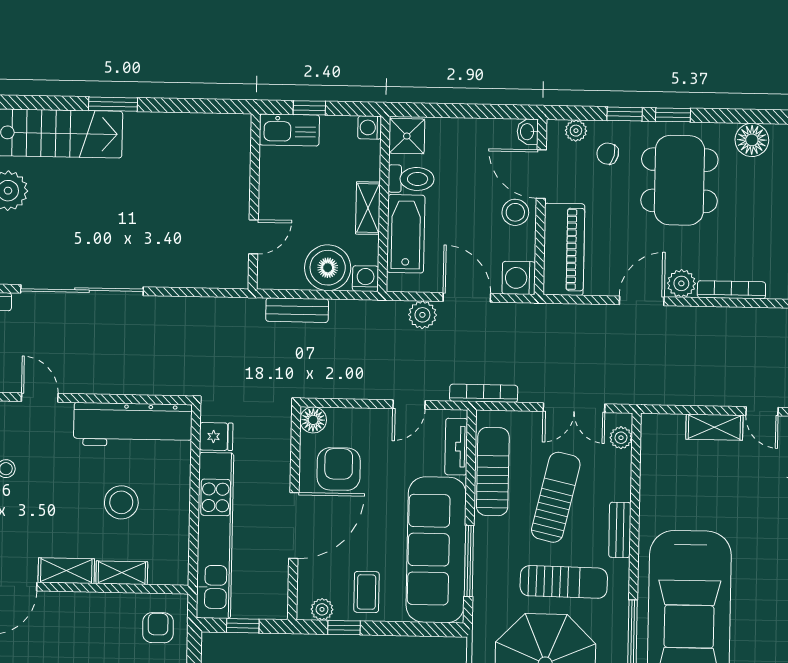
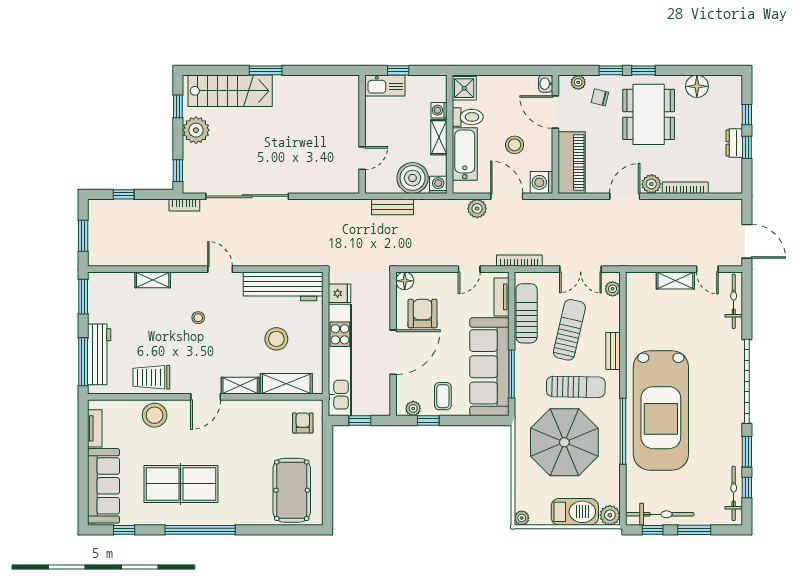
washing machine: (370, 127) -> (439, 110), moved
stool: (515, 212) -> (515, 145), moved
shelving: (122, 573) -> (286, 384), width x1.50, depth x1.33

